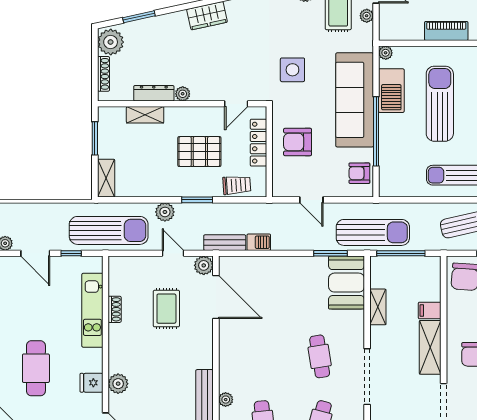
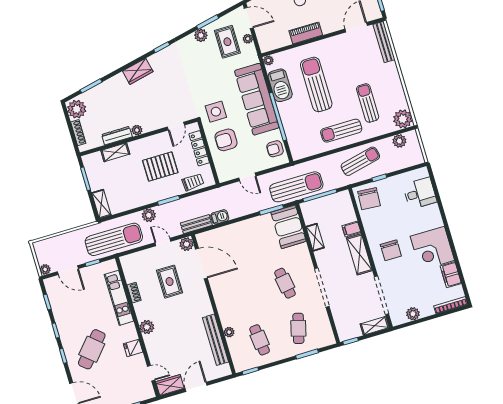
side table: (292, 70) -> (216, 112), moved
cafe table: (36, 368) -> (92, 349), turned 41
plant: (118, 384) -> (147, 327), moved

